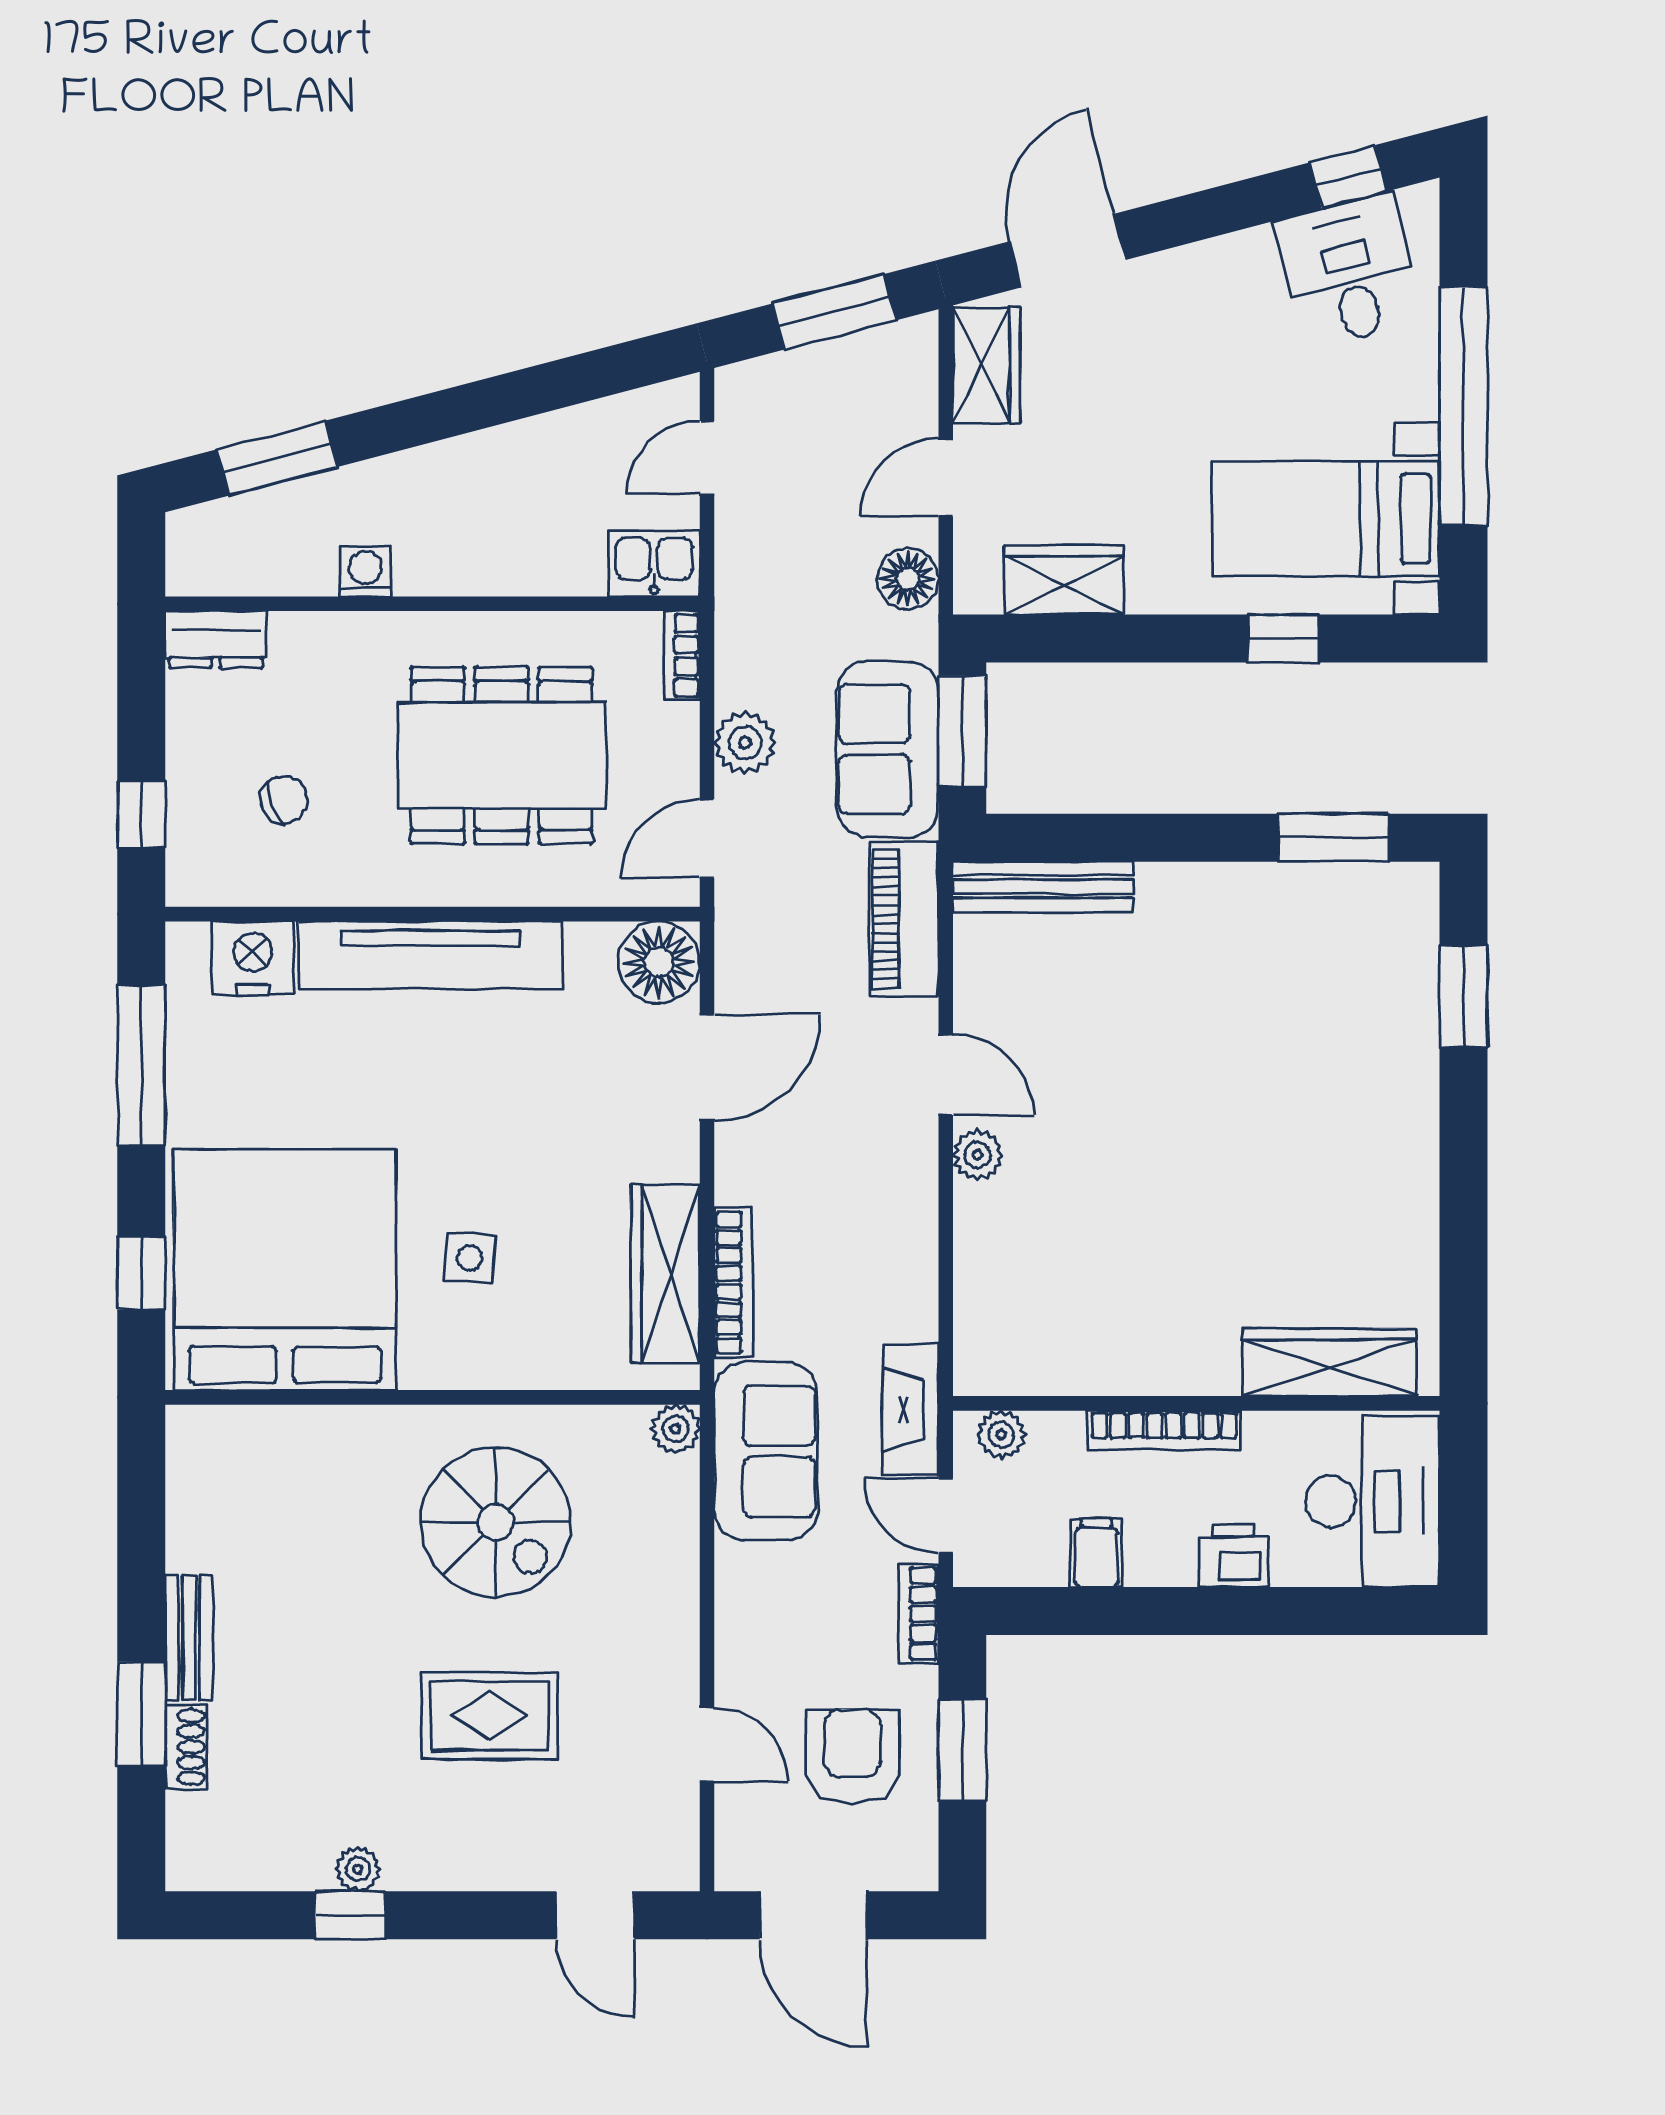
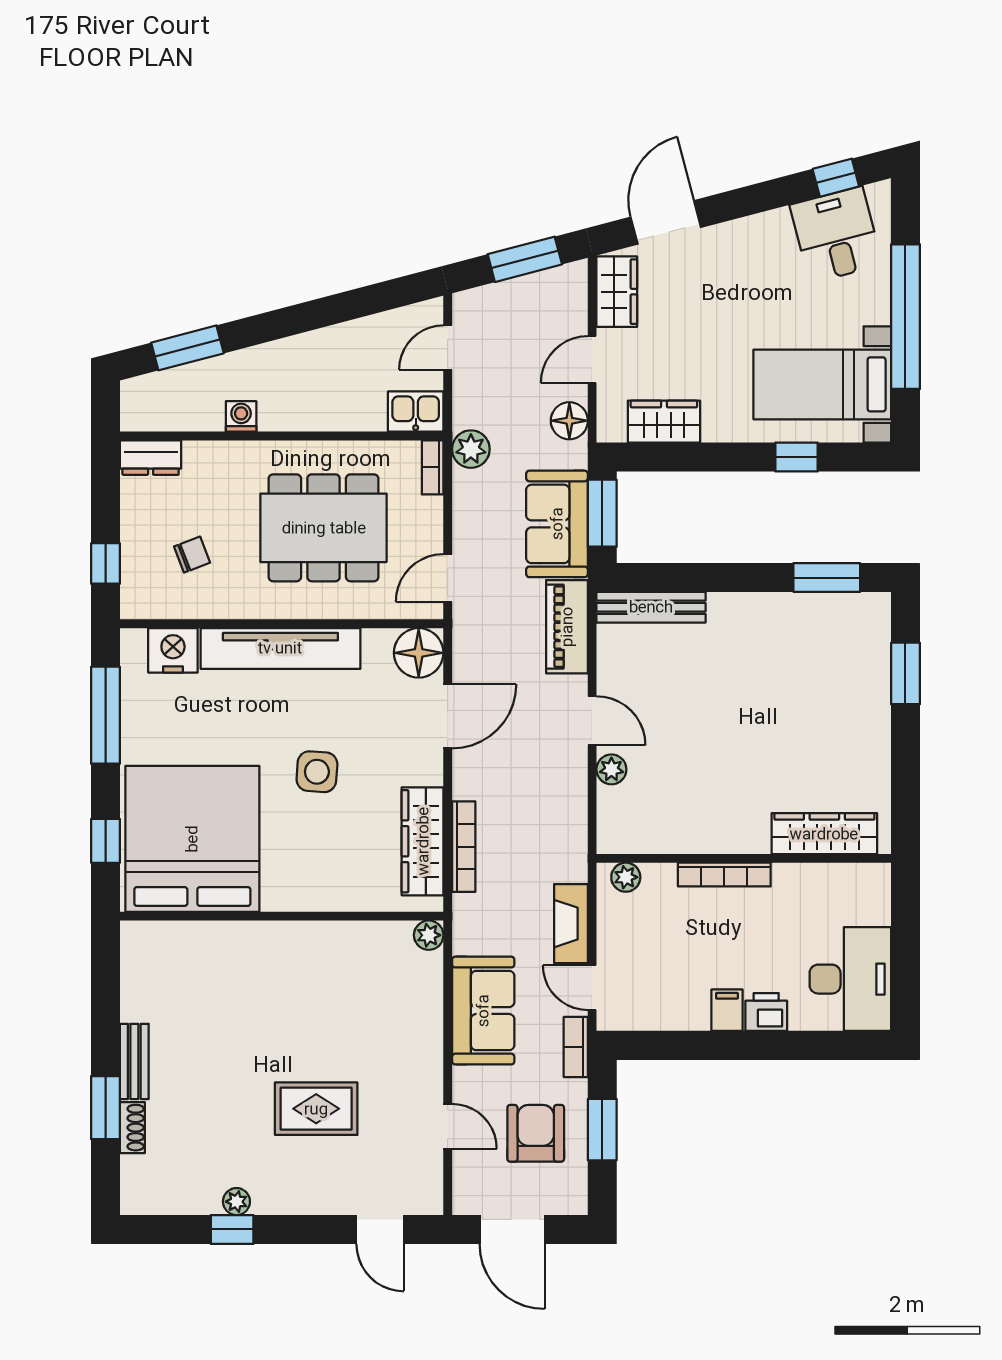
plant: (745, 743) -> (471, 449), moved
side table: (470, 1258) -> (317, 772), moved, width x1.37, depth x1.37
wardrobe: (1330, 1362) -> (824, 834), moved
wall: (1196, 1403) -> (744, 858), moved
bookcase: (1164, 1430) -> (724, 875), moved
plant: (1001, 1435) -> (626, 877), moved
sofa: (766, 1451) -> (483, 1011), moved
spiral stairs: (496, 1522) -> (320, 992), removed
filing cabinet: (1096, 1553) -> (727, 1010), moved

